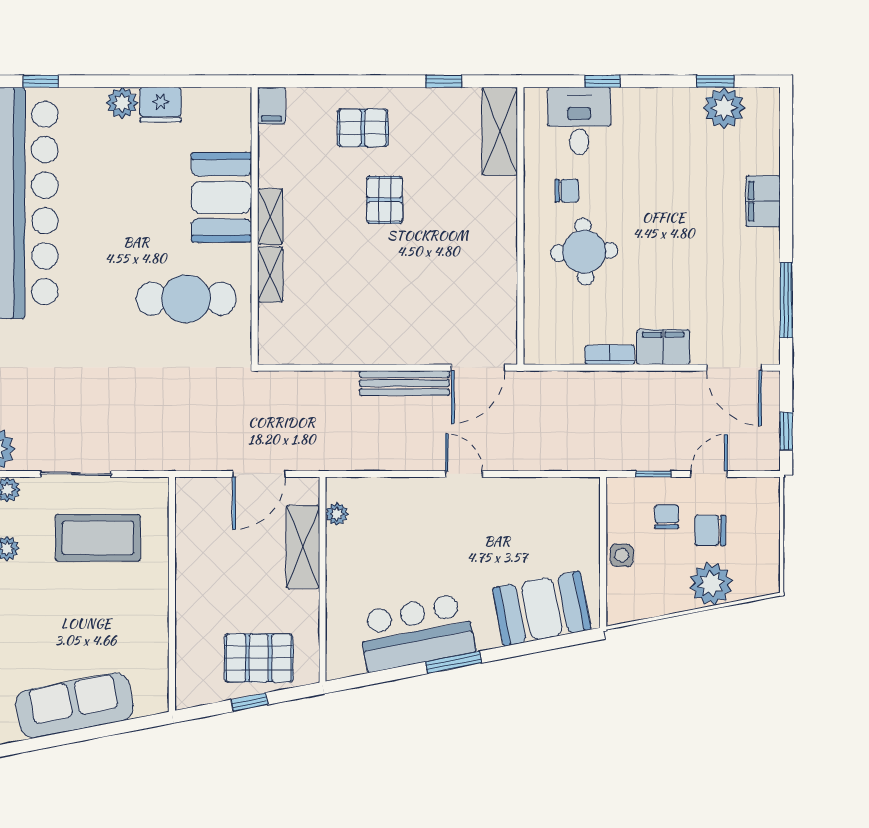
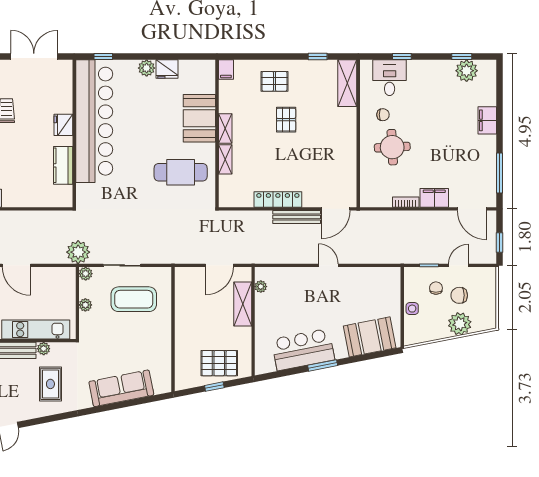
locker: (369, 350) -> (278, 199), added

